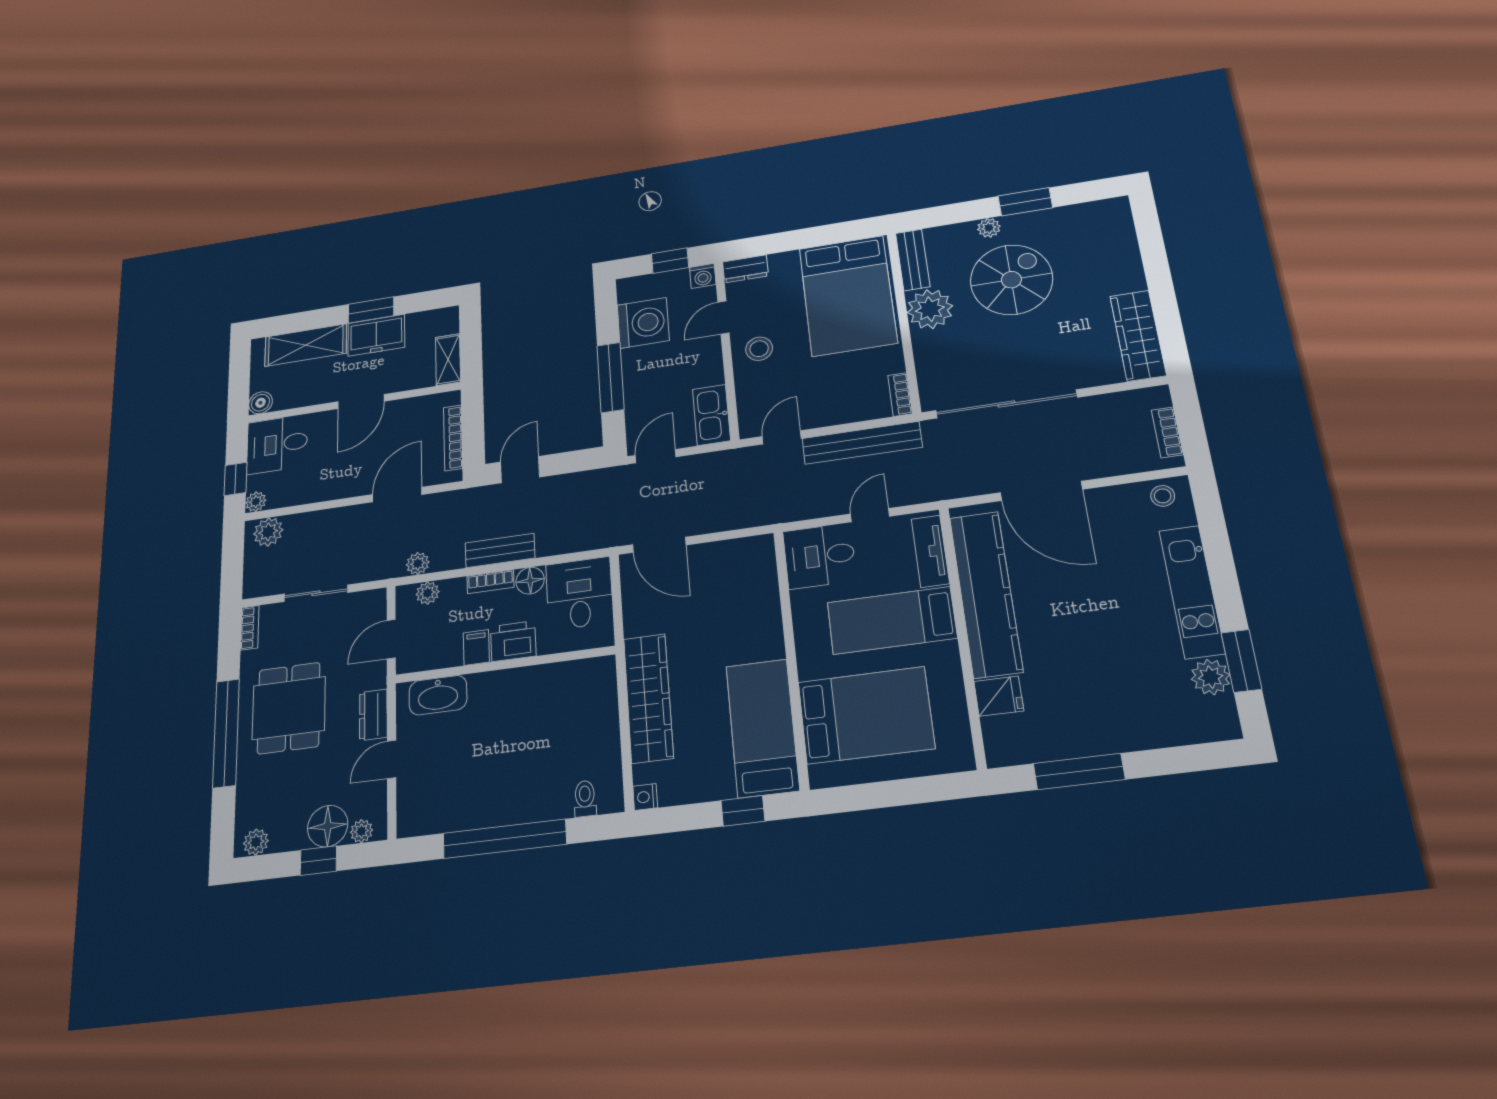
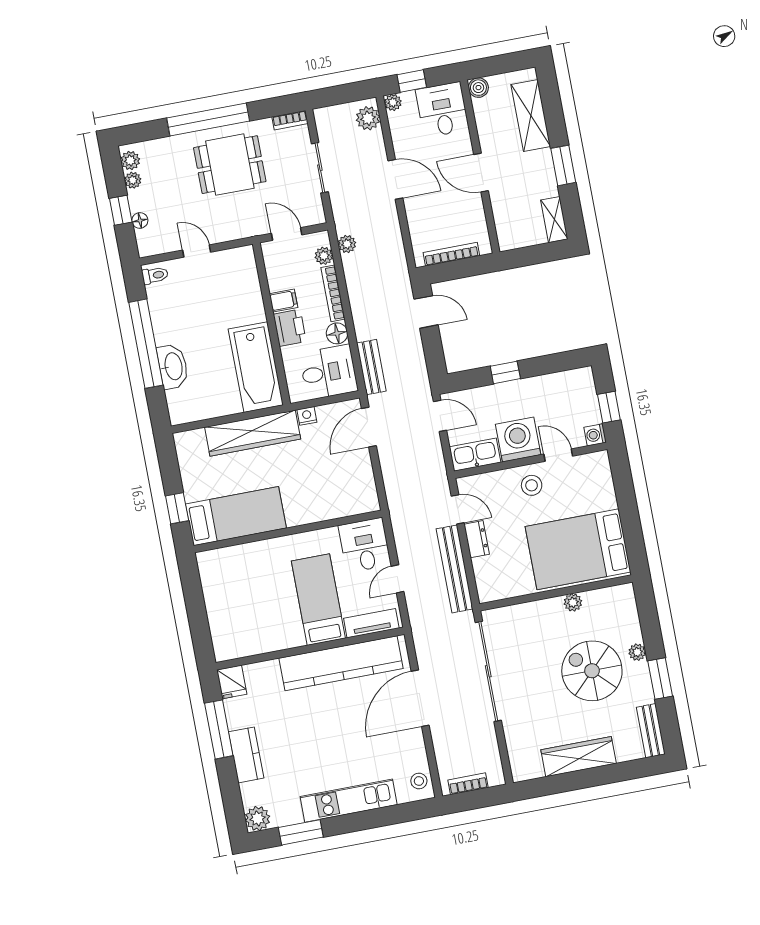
bench: (913, 260) -> (651, 731), moved, turned 90
dresser: (745, 269) -> (477, 539), moved, turned 180
spiral stairs: (1011, 280) -> (592, 671), turned 180
plant: (930, 309) -> (573, 602), width x0.53, depth x0.53
washing machine: (643, 323) -> (518, 440), moved, turned 180
freezer: (376, 335) -> (540, 174), removed
wardrobe: (1138, 336) -> (579, 757), moved
shelving: (448, 360) -> (554, 220), moved, turned 90
window: (611, 377) -> (505, 372), width x0.46
bookcase: (900, 394) -> (495, 594), removed
door: (397, 495) -> (395, 179), moved
door: (870, 515) -> (398, 579), swing flipped
bench: (500, 550) -> (371, 367), moved
bookcase: (490, 582) -> (333, 293), width x1.56
plant: (1211, 677) -> (258, 818), moved
bathtub: (559, 689) -> (256, 367), added
washbasin: (438, 695) -> (173, 366), moved, turned 180
fridge: (999, 696) -> (232, 682), moved
dresser: (373, 715) -> (229, 231), removed
bed: (866, 715) -> (249, 587), removed
kitchen counter: (1120, 734) -> (246, 755), added
nightstand: (645, 797) -> (307, 416), moved
toilet: (585, 799) -> (155, 275), moved
floor lamp: (328, 826) -> (140, 220), width x0.53, depth x0.53
plant: (361, 831) -> (133, 180), moved

